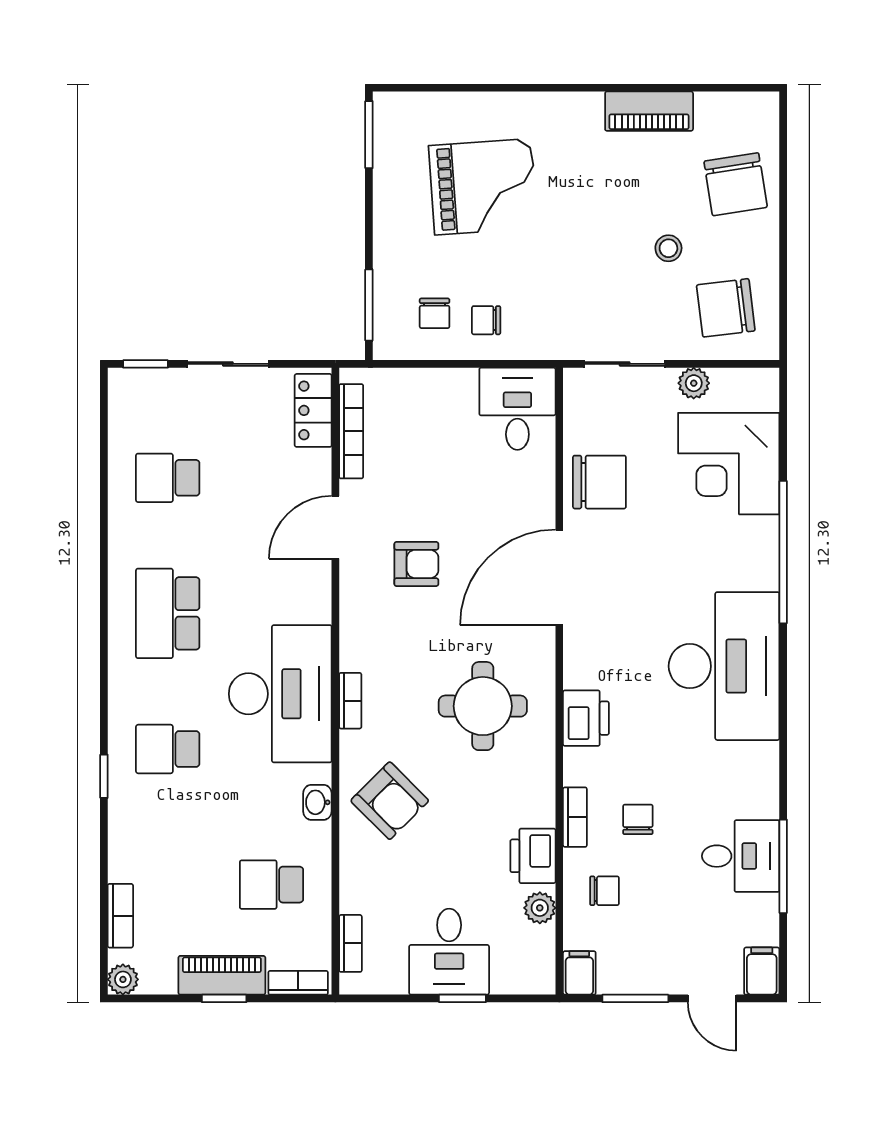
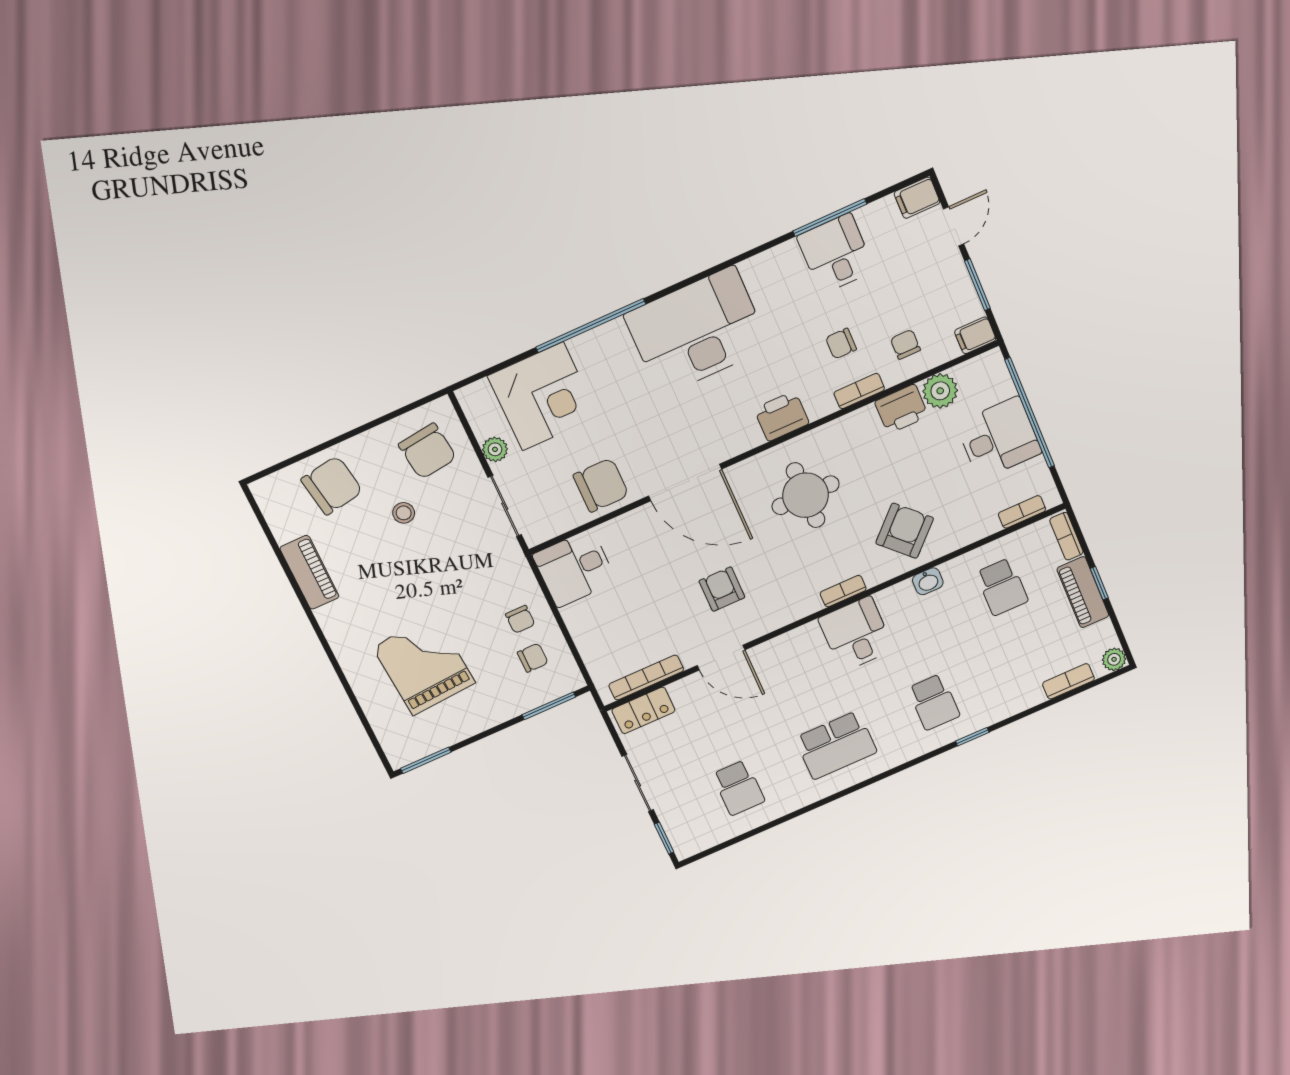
chair: (599, 482) -> (601, 485), turned 90
desk: (280, 694) -> (856, 634), width x0.53, depth x0.77
plant: (540, 908) -> (940, 391), width x1.38, depth x1.38
window: (462, 998) -> (1030, 413), width x3.17

